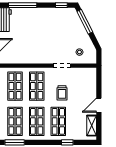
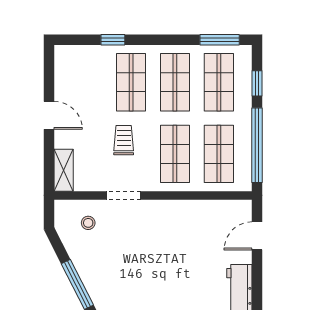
door: (99, 105) -> (49, 115), hinge flipped
shelving: (92, 126) -> (64, 170), moved

